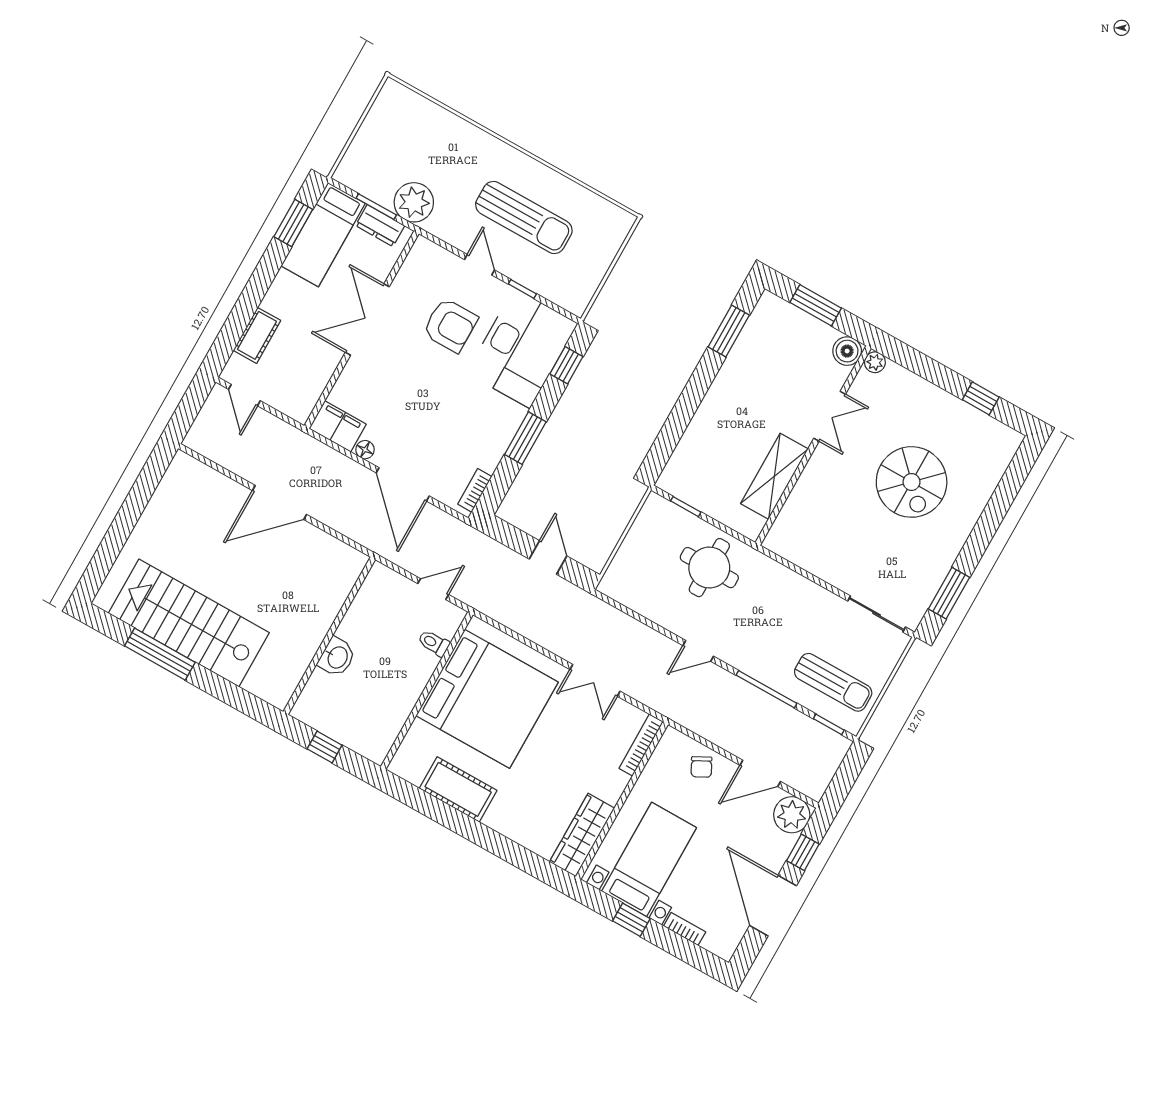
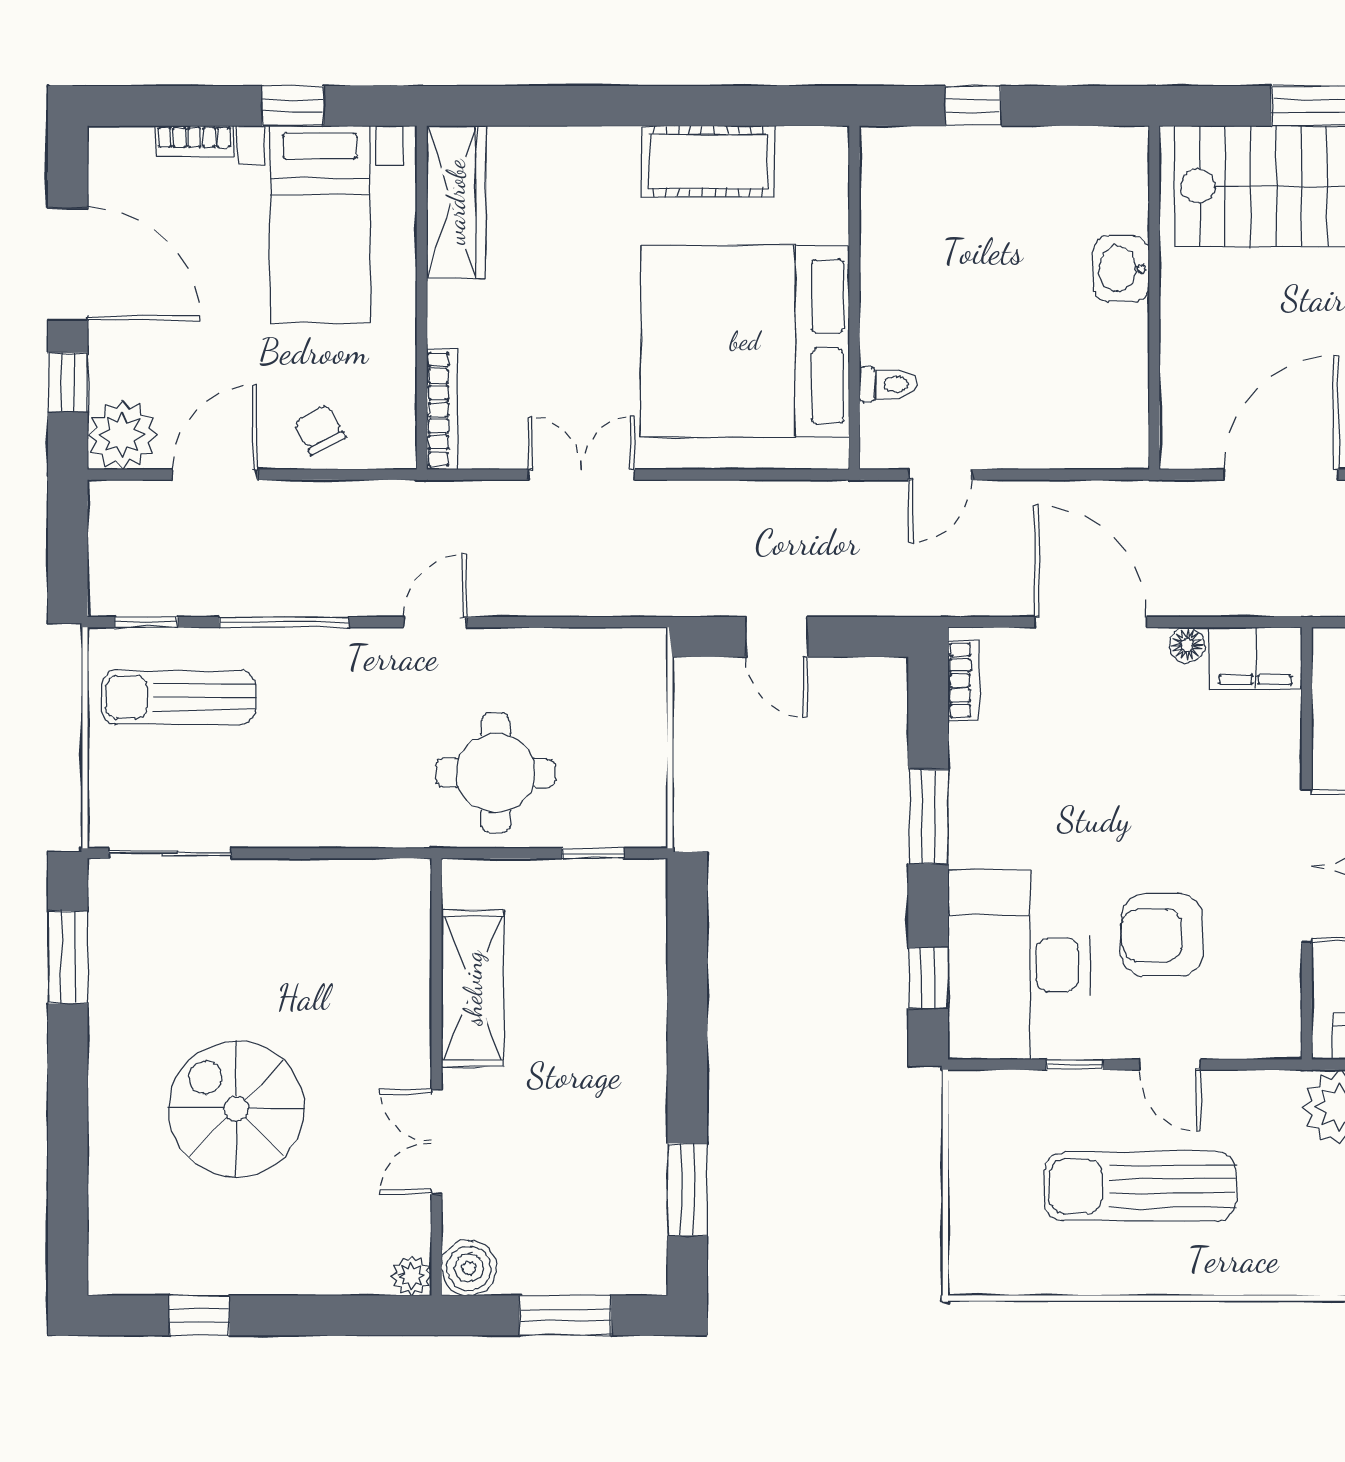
wall: (329, 636) -> (1154, 298), moved
washbasin: (337, 657) -> (1121, 269), moved

